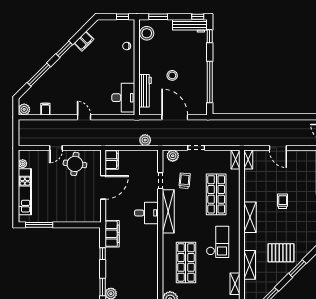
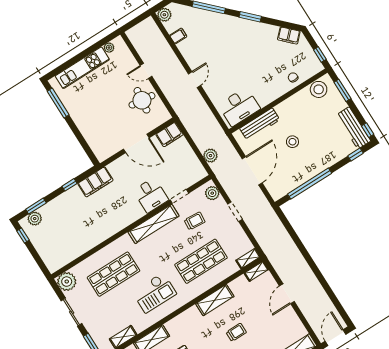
filing cabinet: (84, 41) -> (289, 36), moved
desk: (146, 213) -> (151, 195), moved
shelving: (250, 217) -> (215, 300), moved

